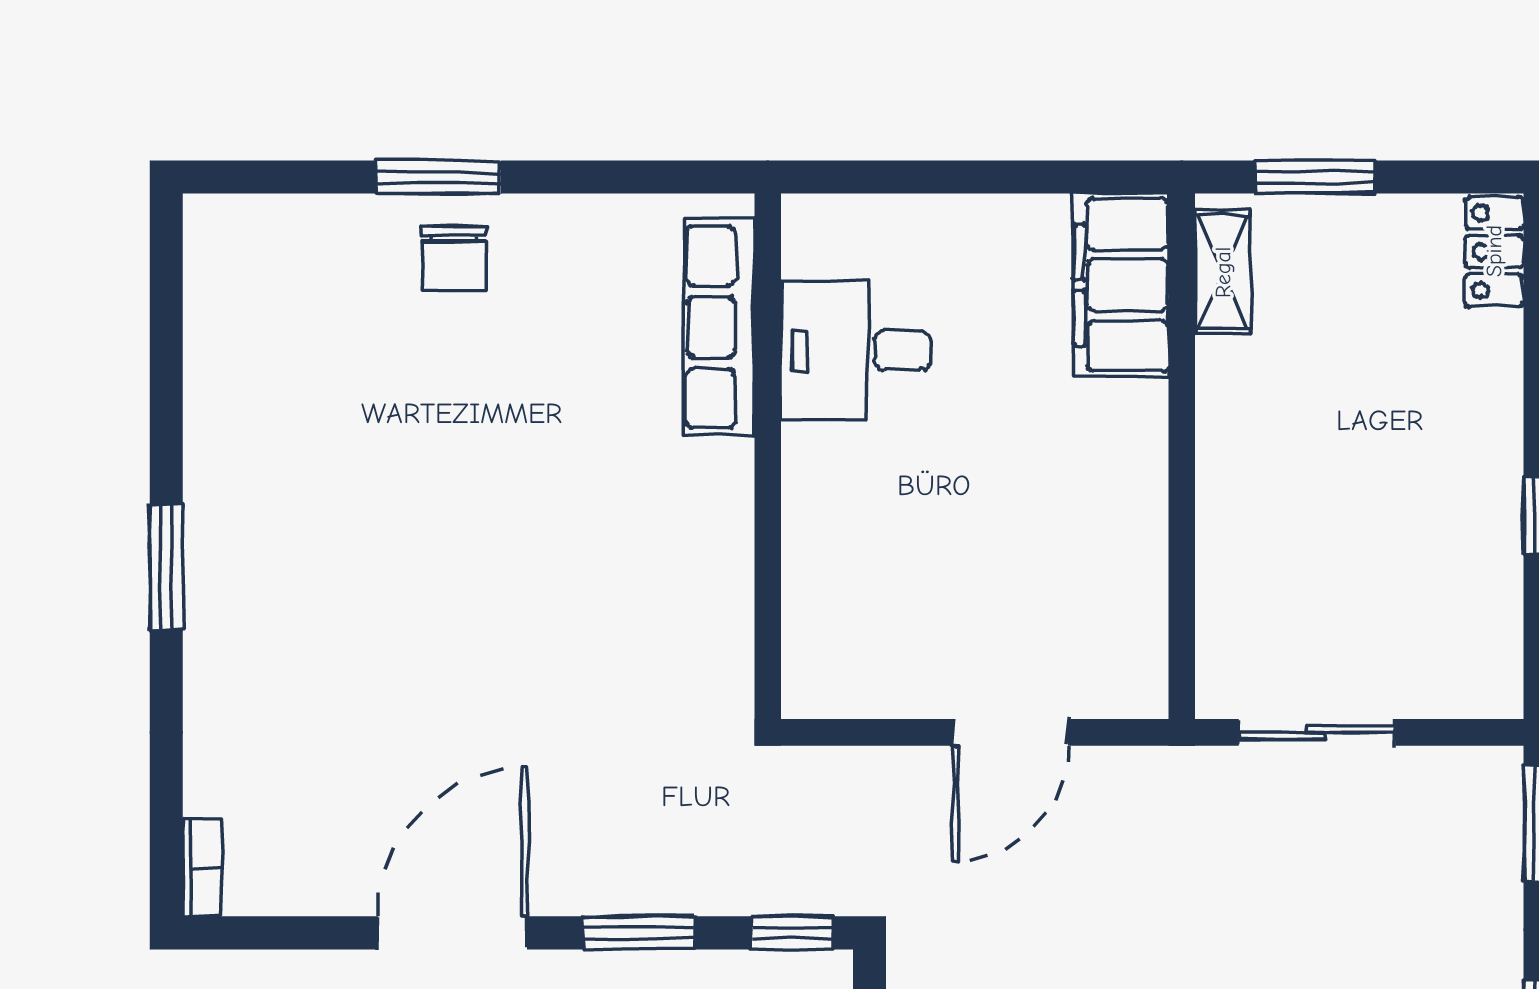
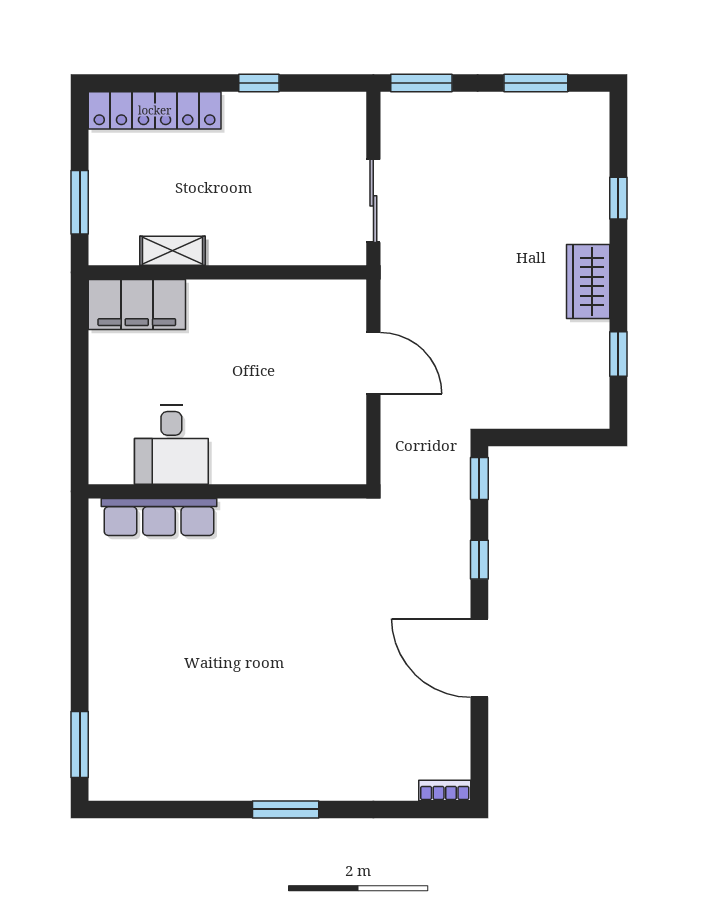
window: (438, 177) -> (80, 745), moved
locker: (1494, 251) -> (155, 110), width x2.16, depth x1.21
chair: (454, 258) -> (122, 657), removed
shelving: (1223, 272) -> (172, 251), moved
window: (639, 933) -> (479, 560), width x0.67

